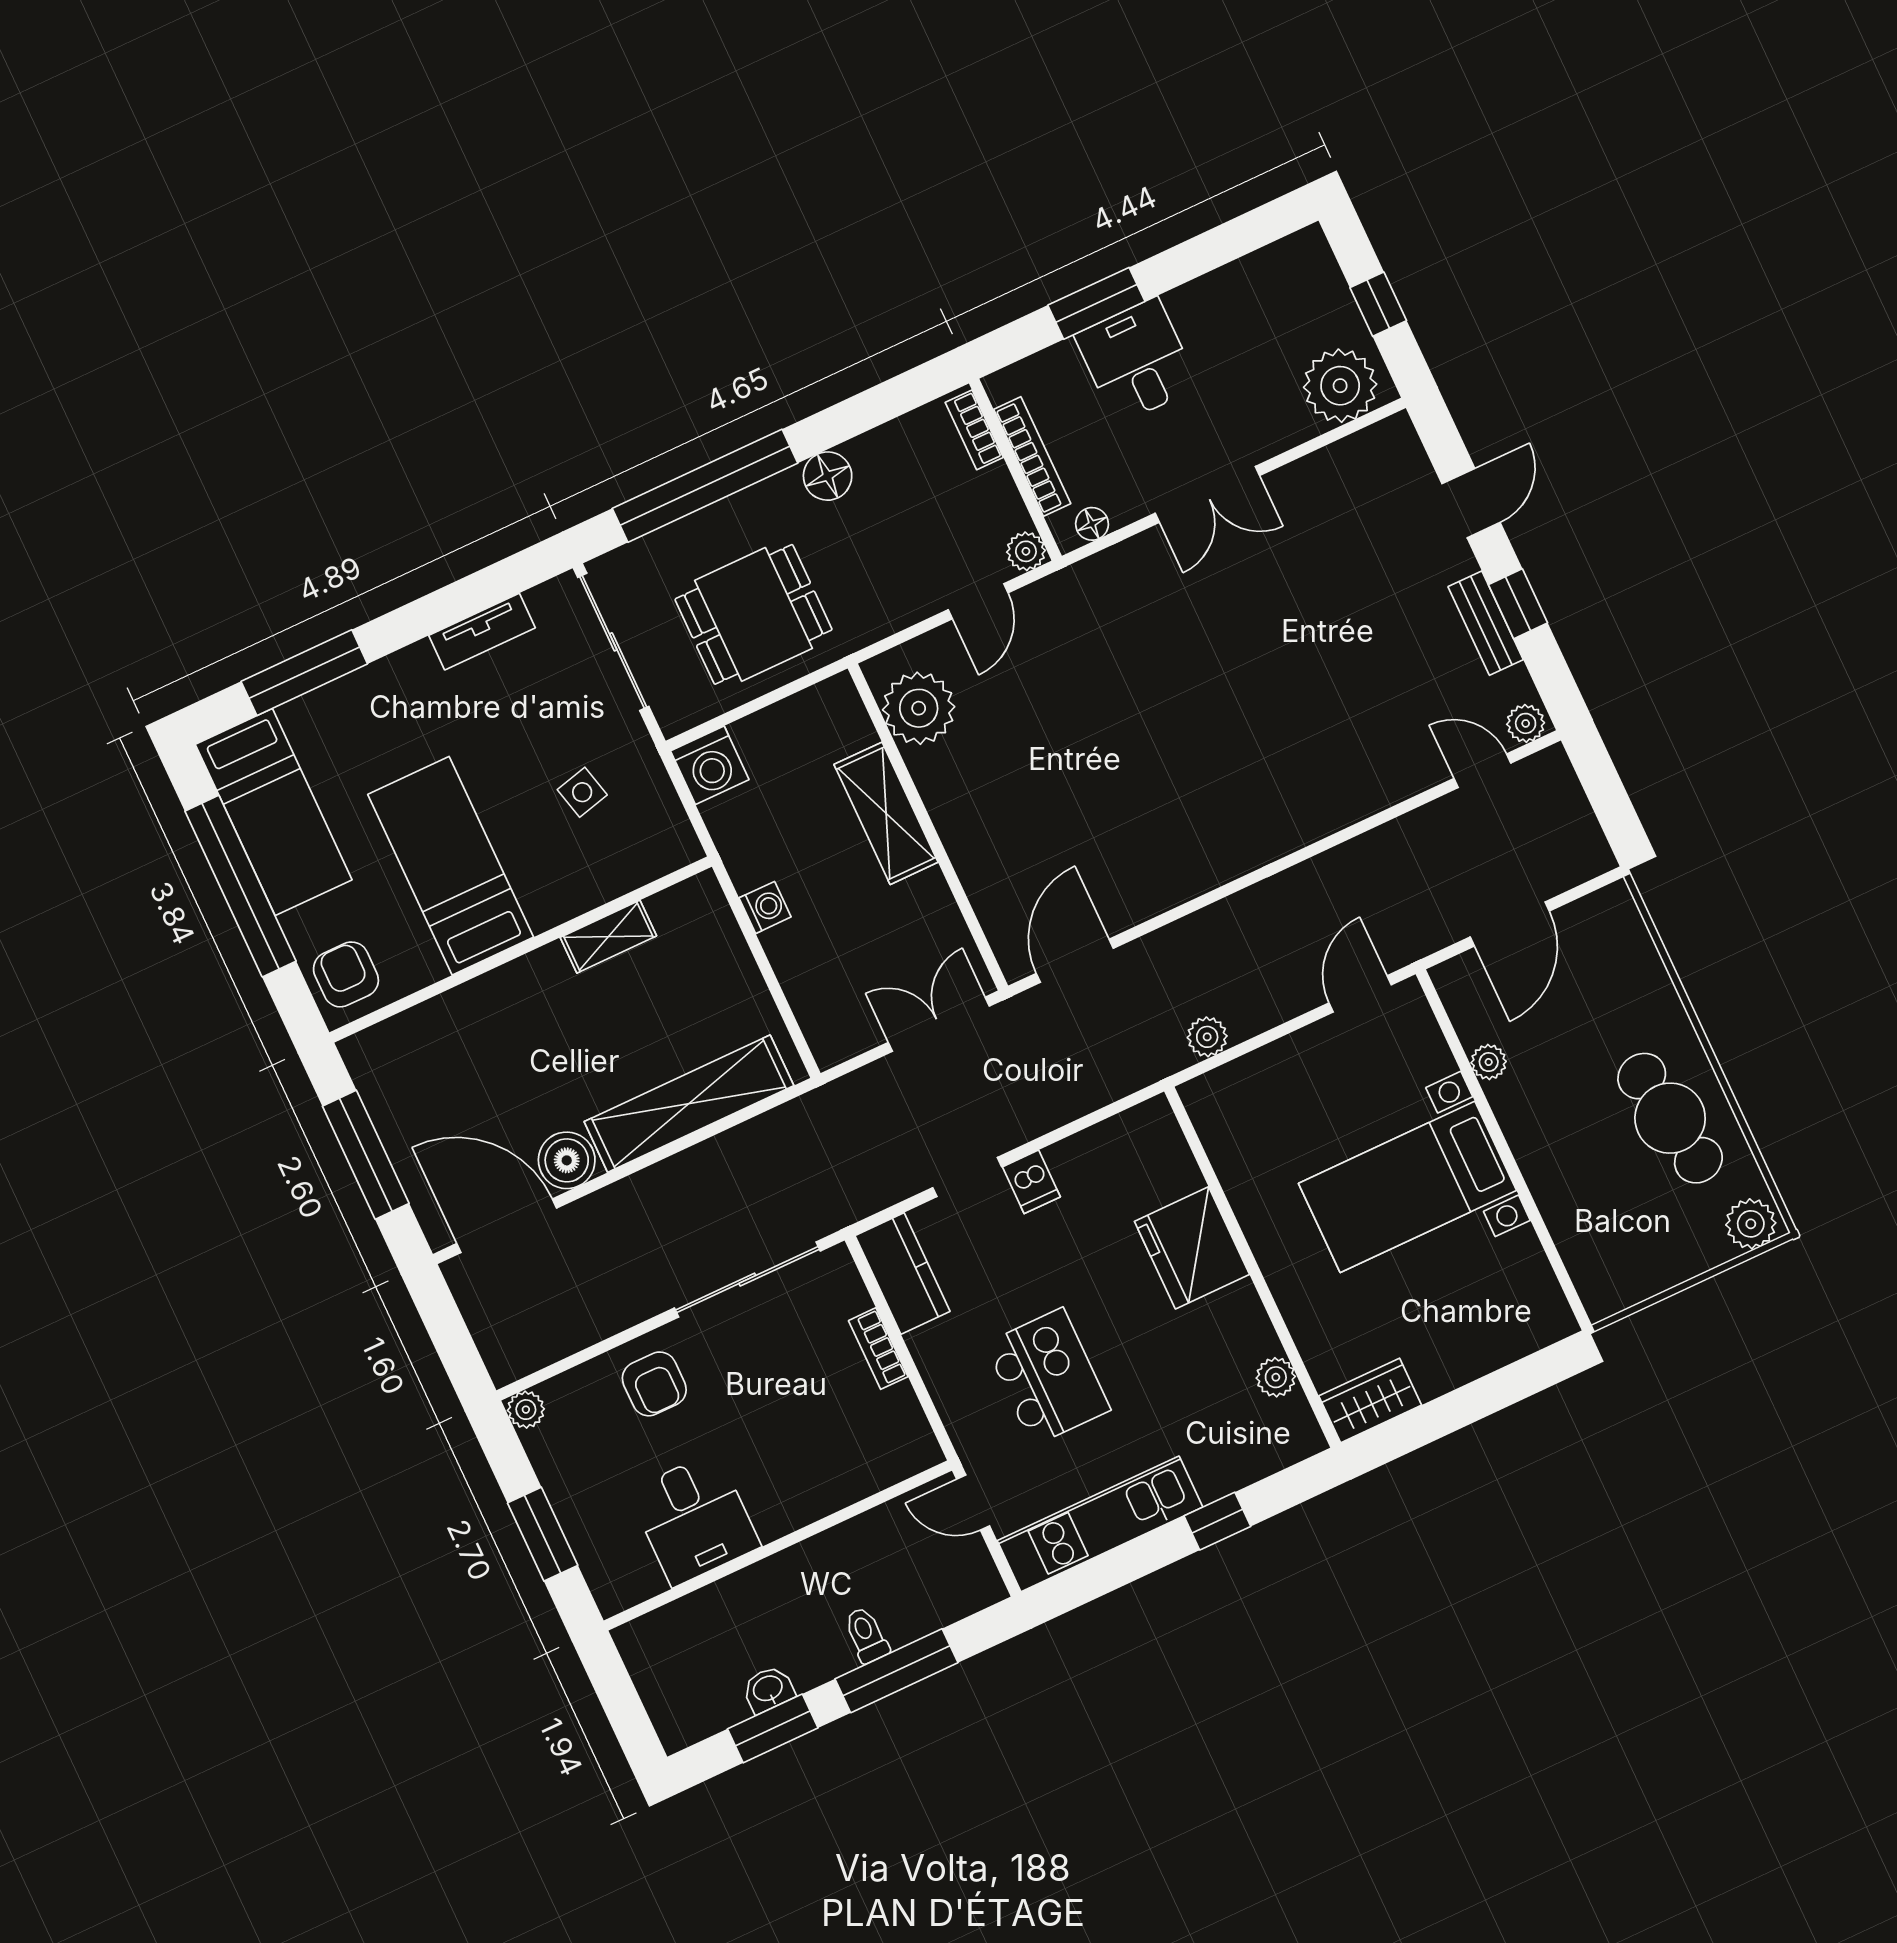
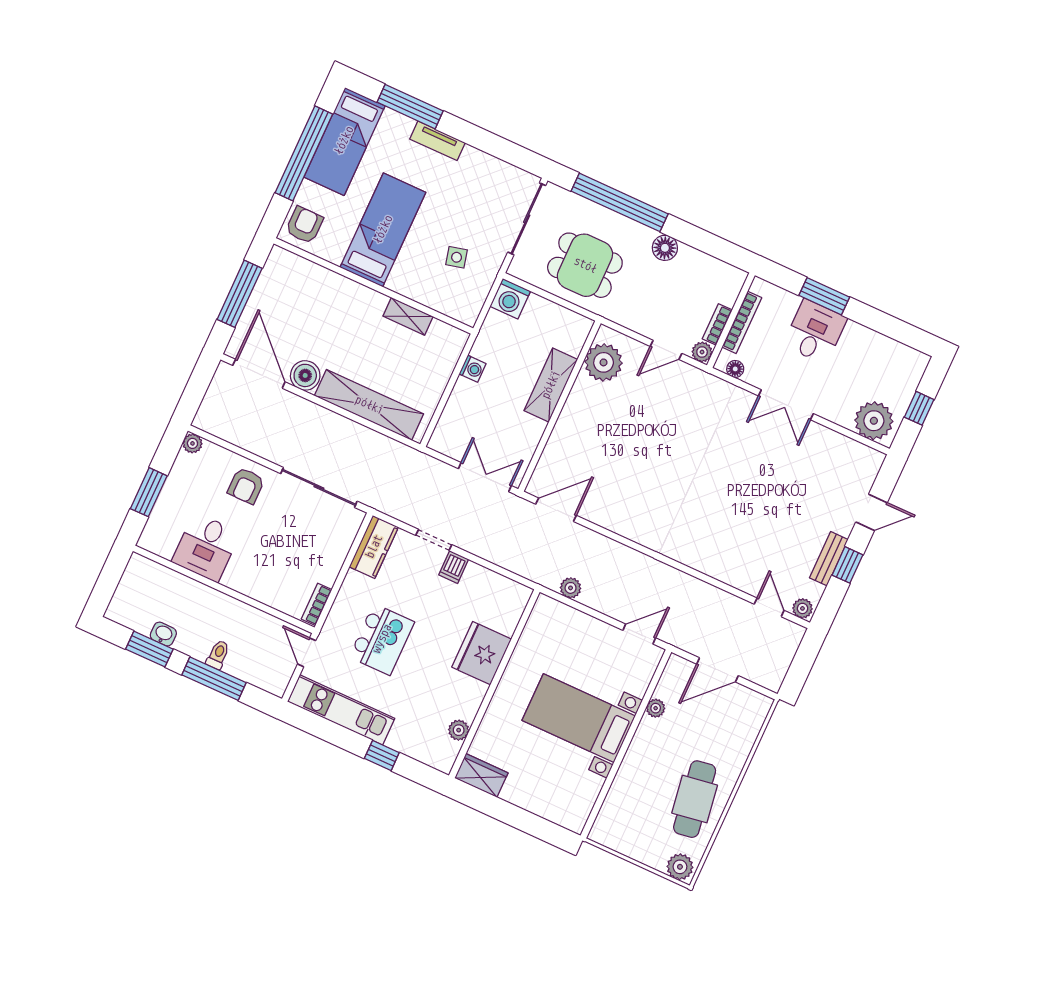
bookcase: (974, 430) -> (717, 324), moved
tv unit: (482, 632) -> (437, 141), moved
bookcase: (878, 1349) -> (317, 604), moved

